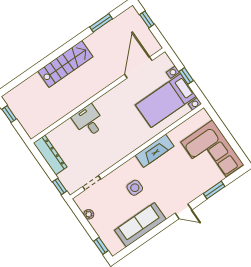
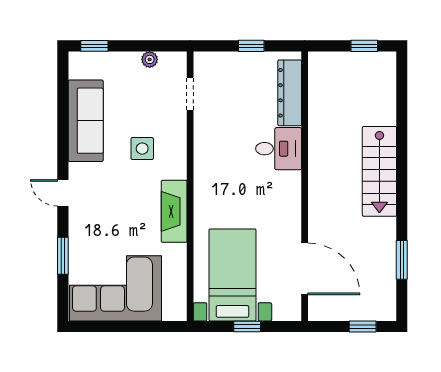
dresser: (50, 155) -> (290, 93), moved, turned 90
window: (60, 186) -> (251, 46), moved
door: (183, 211) -> (63, 193), hinge flipped

